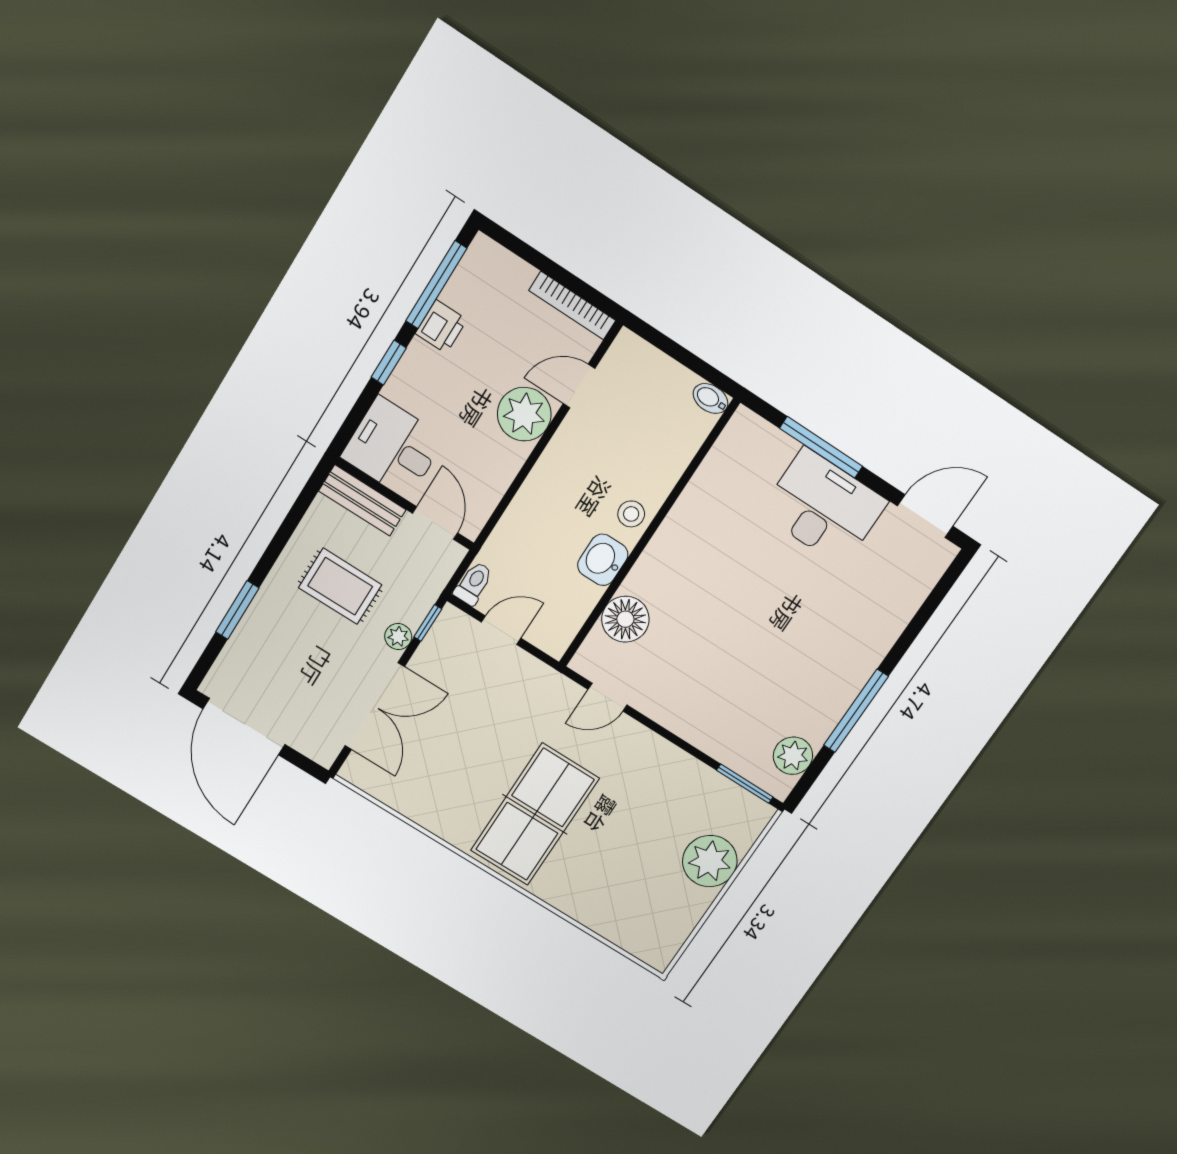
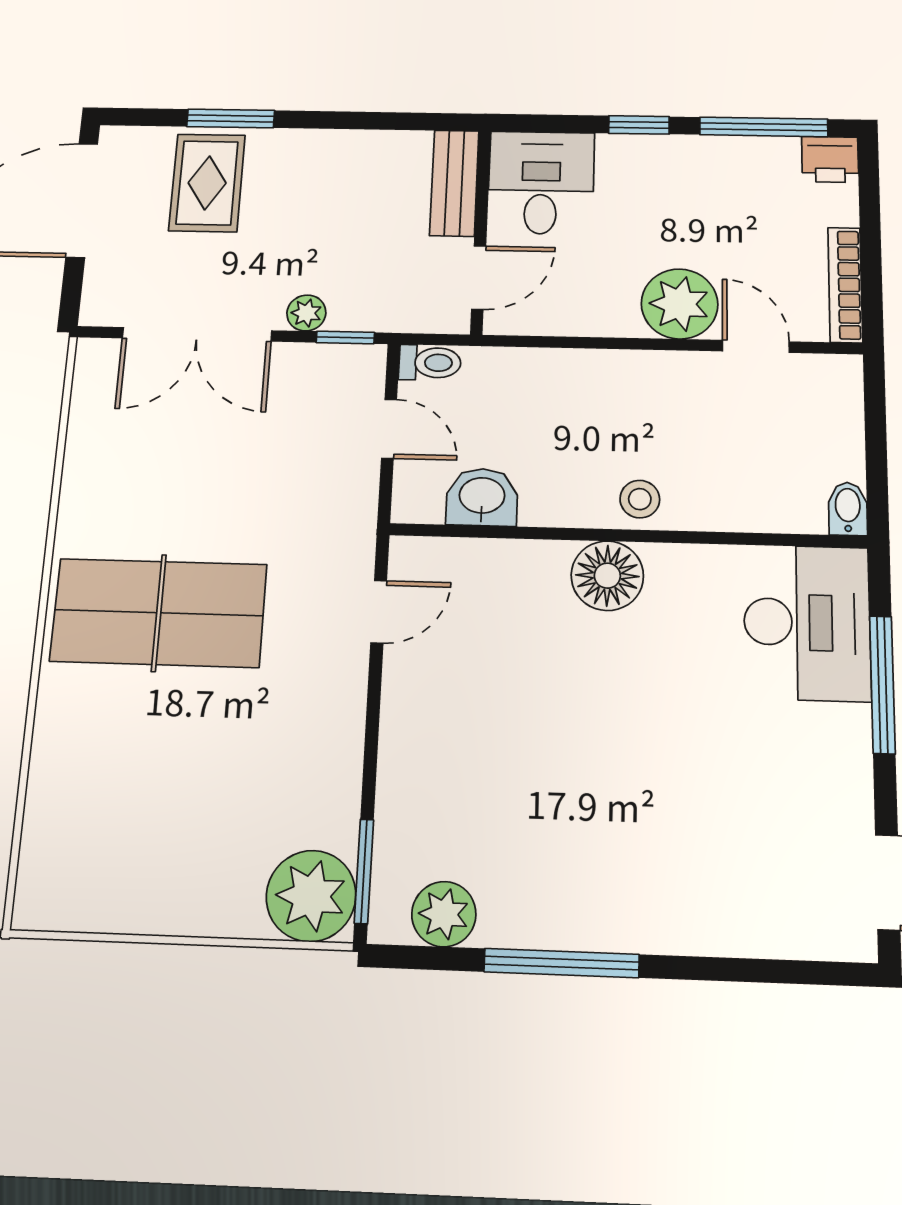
printer: (441, 327) -> (830, 159), moved
desk: (824, 507) -> (807, 622), moved
washbasin: (603, 560) -> (482, 497), moved
rug: (340, 586) -> (207, 183), moved
floor lamp: (625, 619) -> (607, 576), moved
door: (607, 697) -> (379, 612), swing flipped
plant: (710, 861) -> (311, 896), moved

